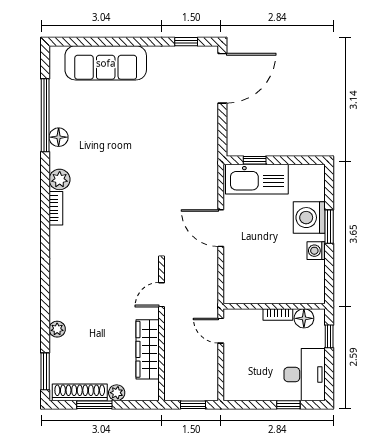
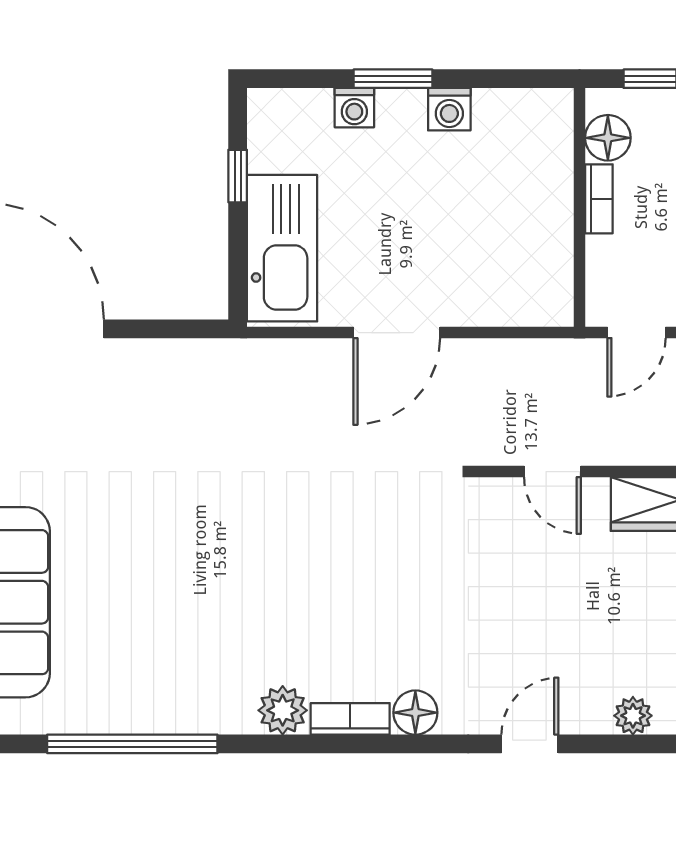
floor lamp: (59, 137) -> (415, 713), moved
window: (255, 160) -> (238, 176), moved
washing machine: (309, 218) -> (354, 108), width x0.53, depth x0.53
door: (45, 285) -> (530, 744), added

